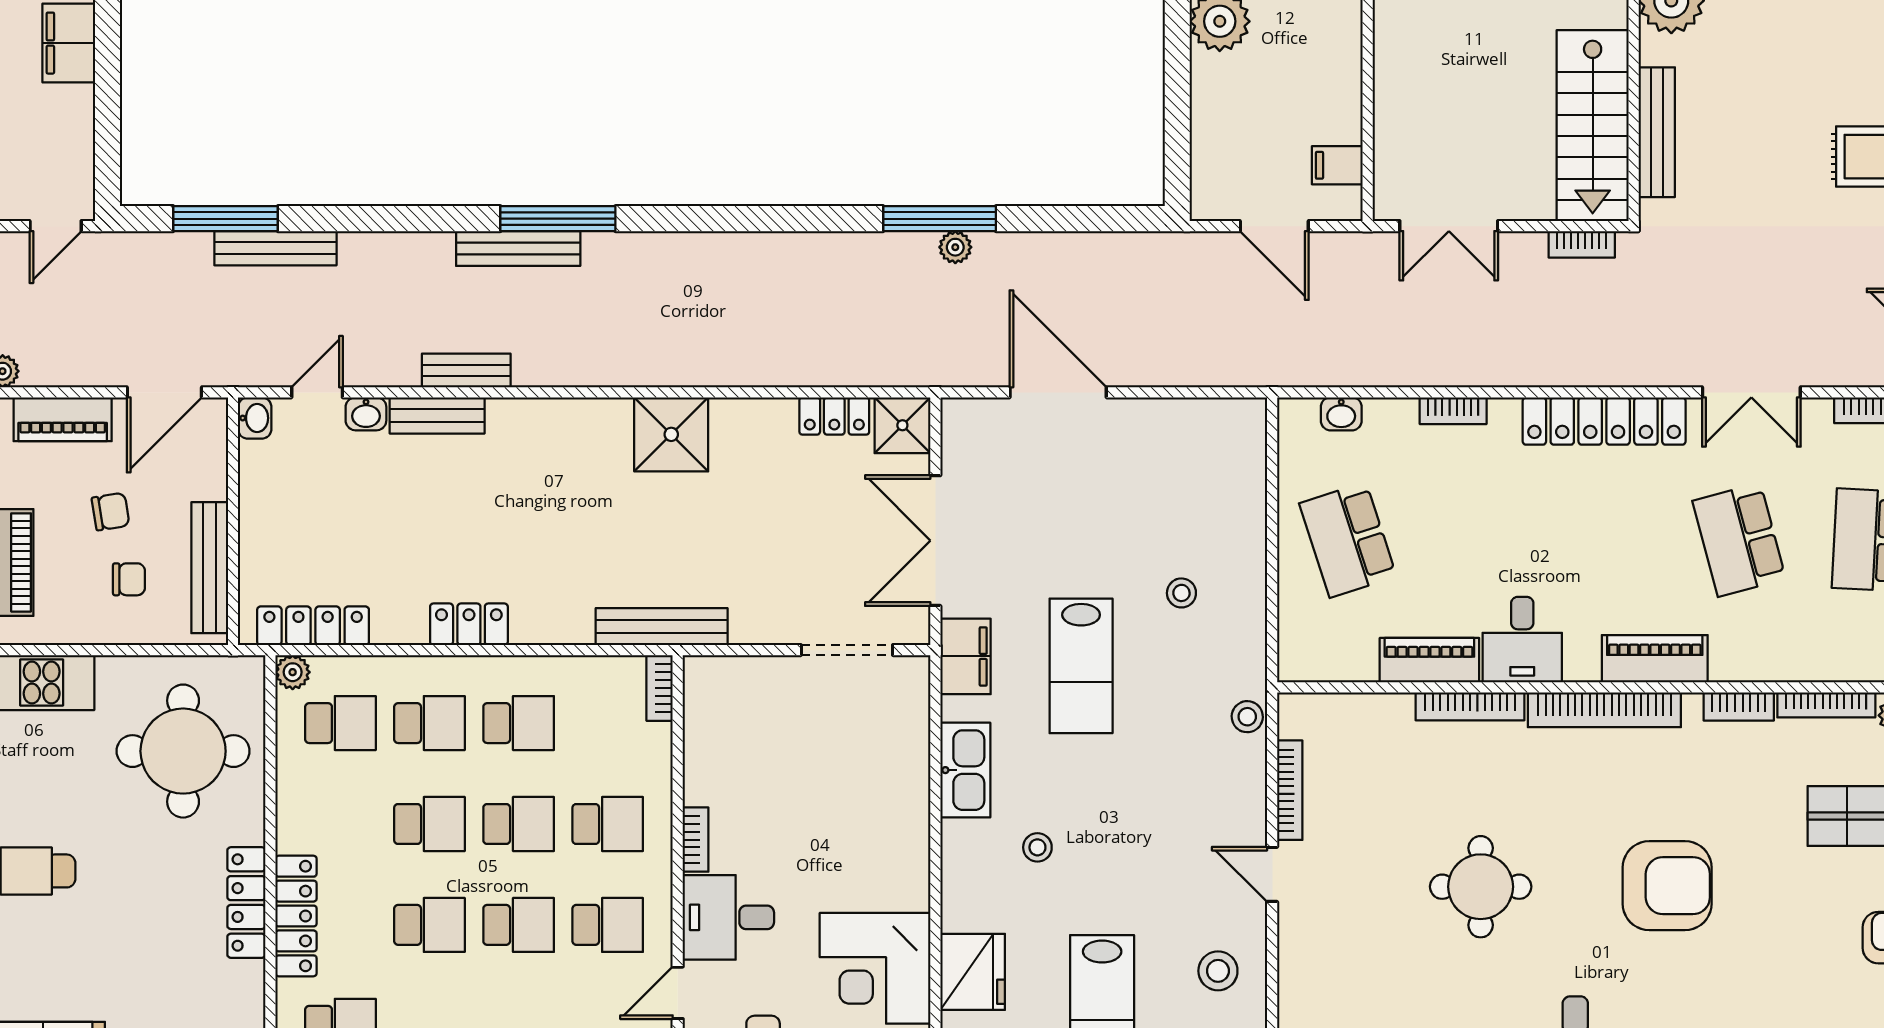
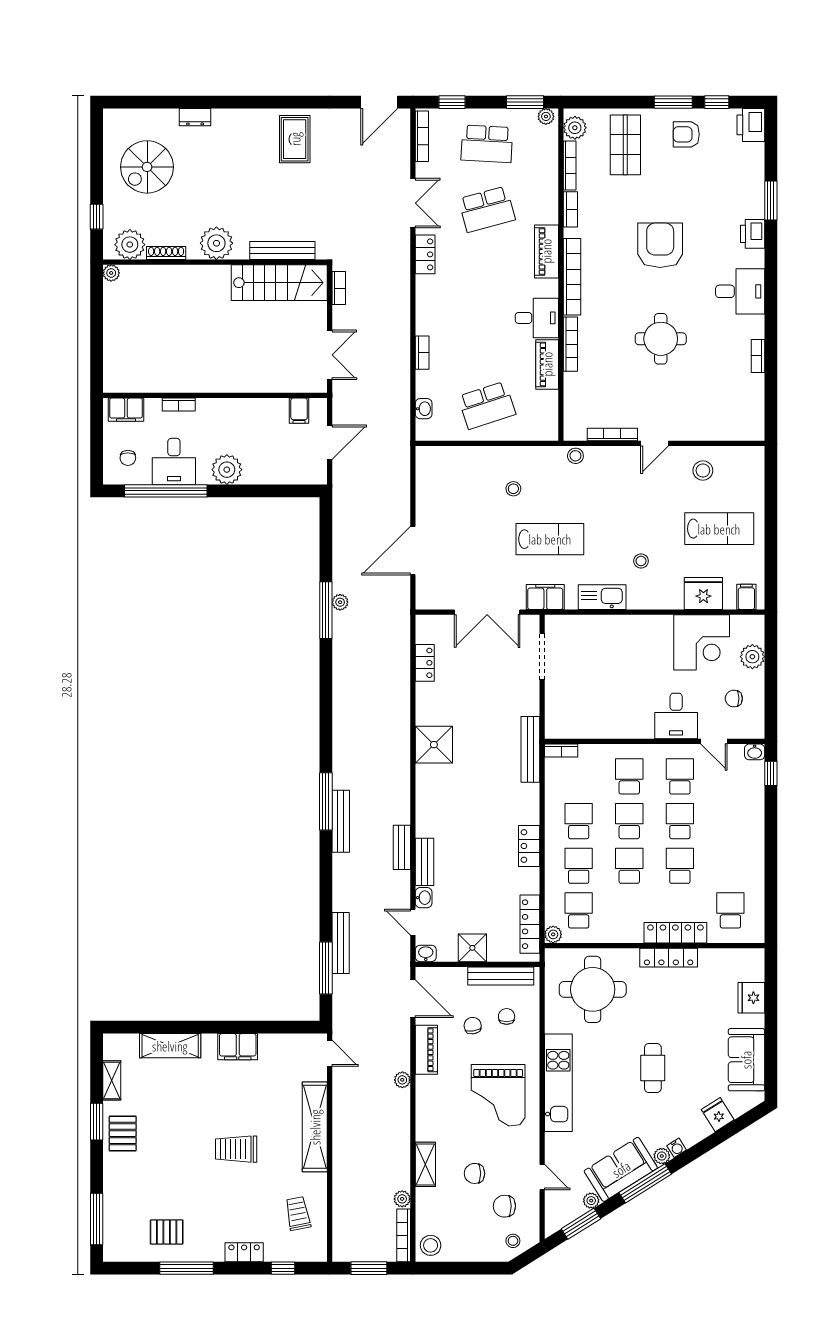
locker: (1604, 421) -> (425, 254), width x0.46, depth x0.83
shower: (902, 425) -> (472, 948), moved
bookcase: (696, 840) -> (637, 732), removed

